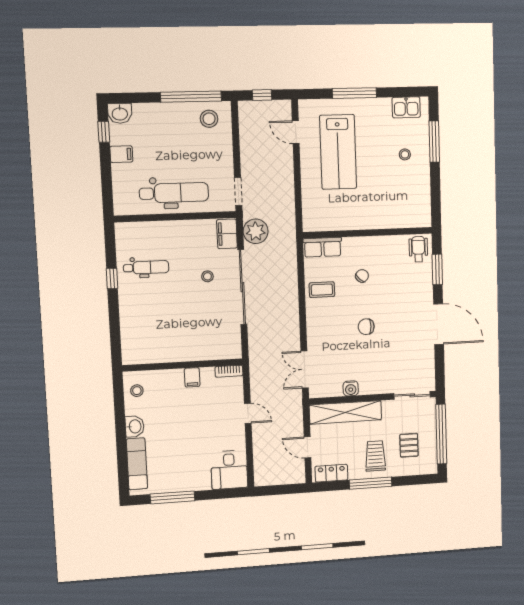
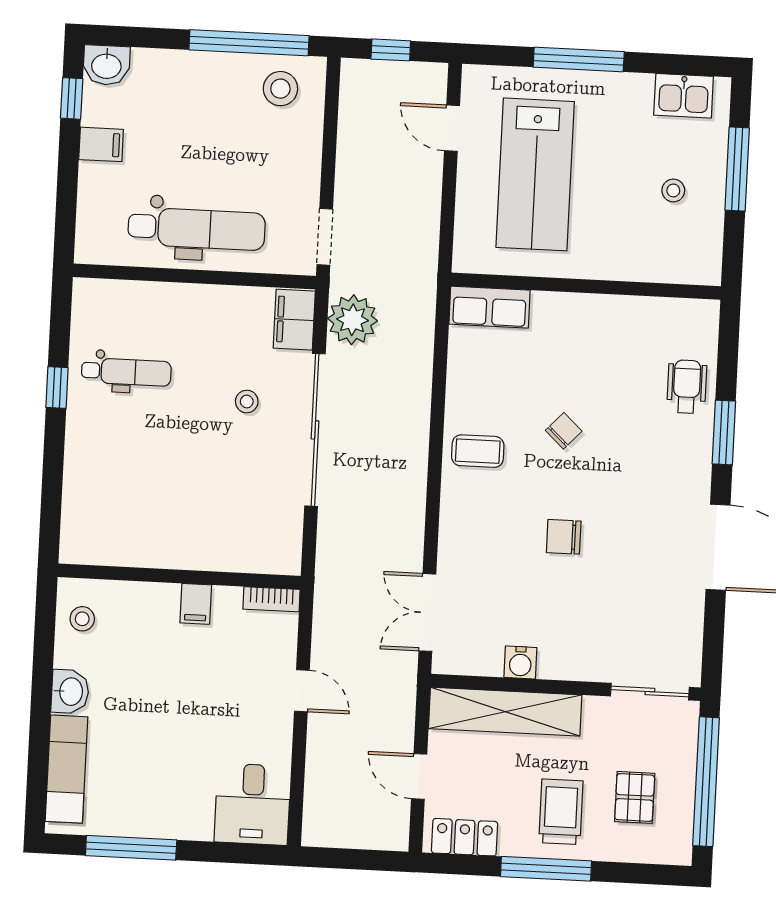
wall: (368, 233) -> (586, 286), moved
row of seats: (323, 247) -> (490, 307), moved

